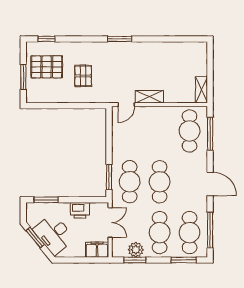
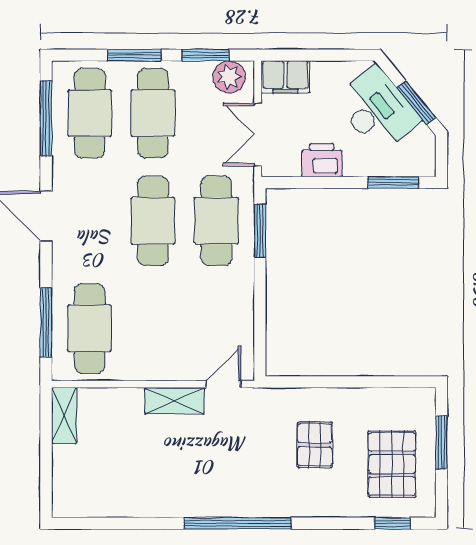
window: (120, 39) -> (238, 523), width x2.11
pallet: (47, 67) -> (392, 464), turned 90
plant: (136, 250) -> (229, 77), moved
window: (184, 260) -> (134, 55), moved

